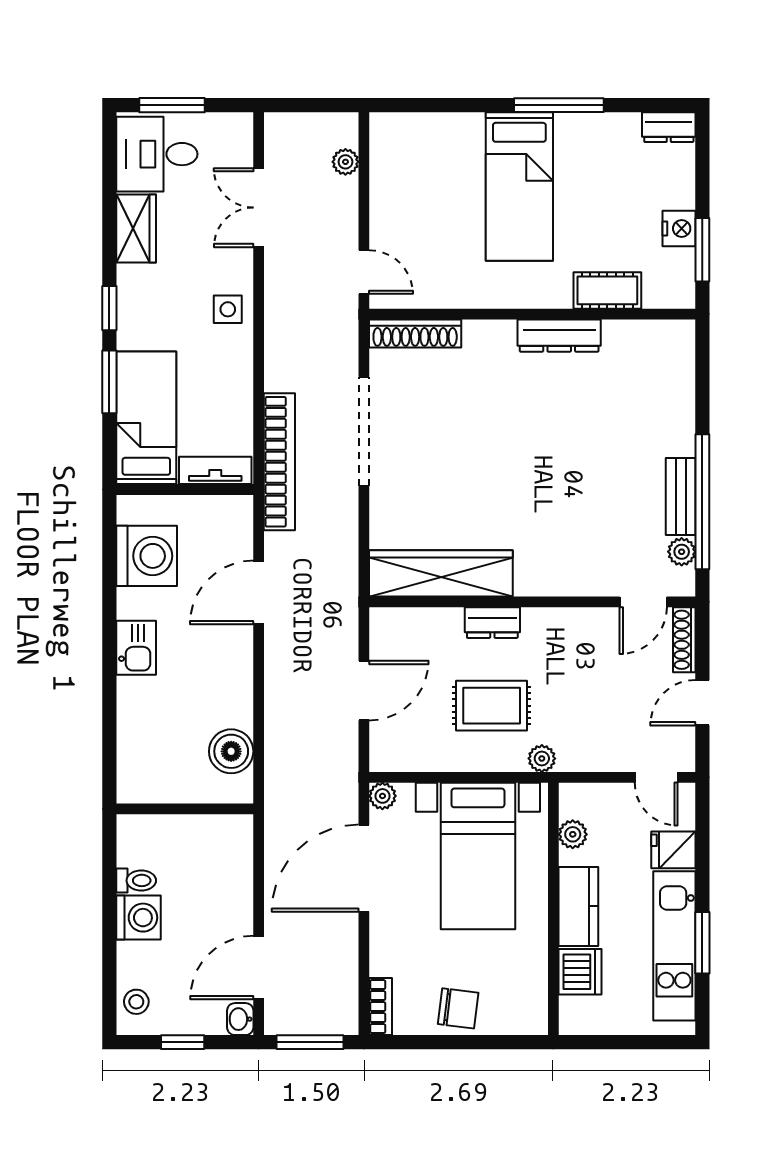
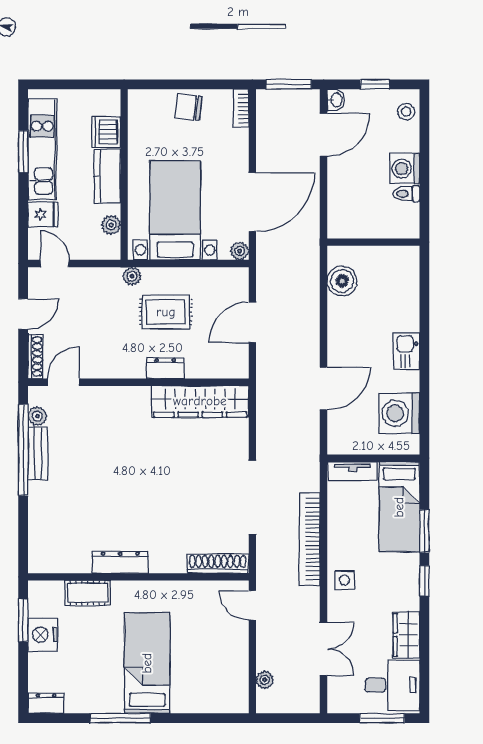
nightstand: (679, 228) -> (43, 635), width x1.36, depth x1.33
bookcase: (279, 462) -> (309, 539), moved

